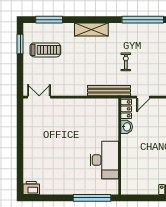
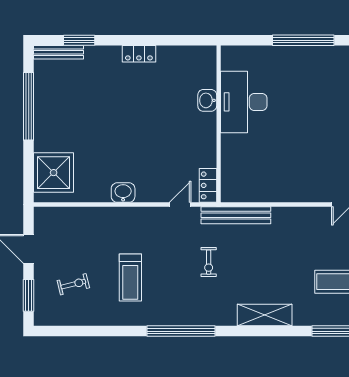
washbasin: (127, 127) -> (207, 100), moved
window: (92, 198) -> (303, 40), moved

